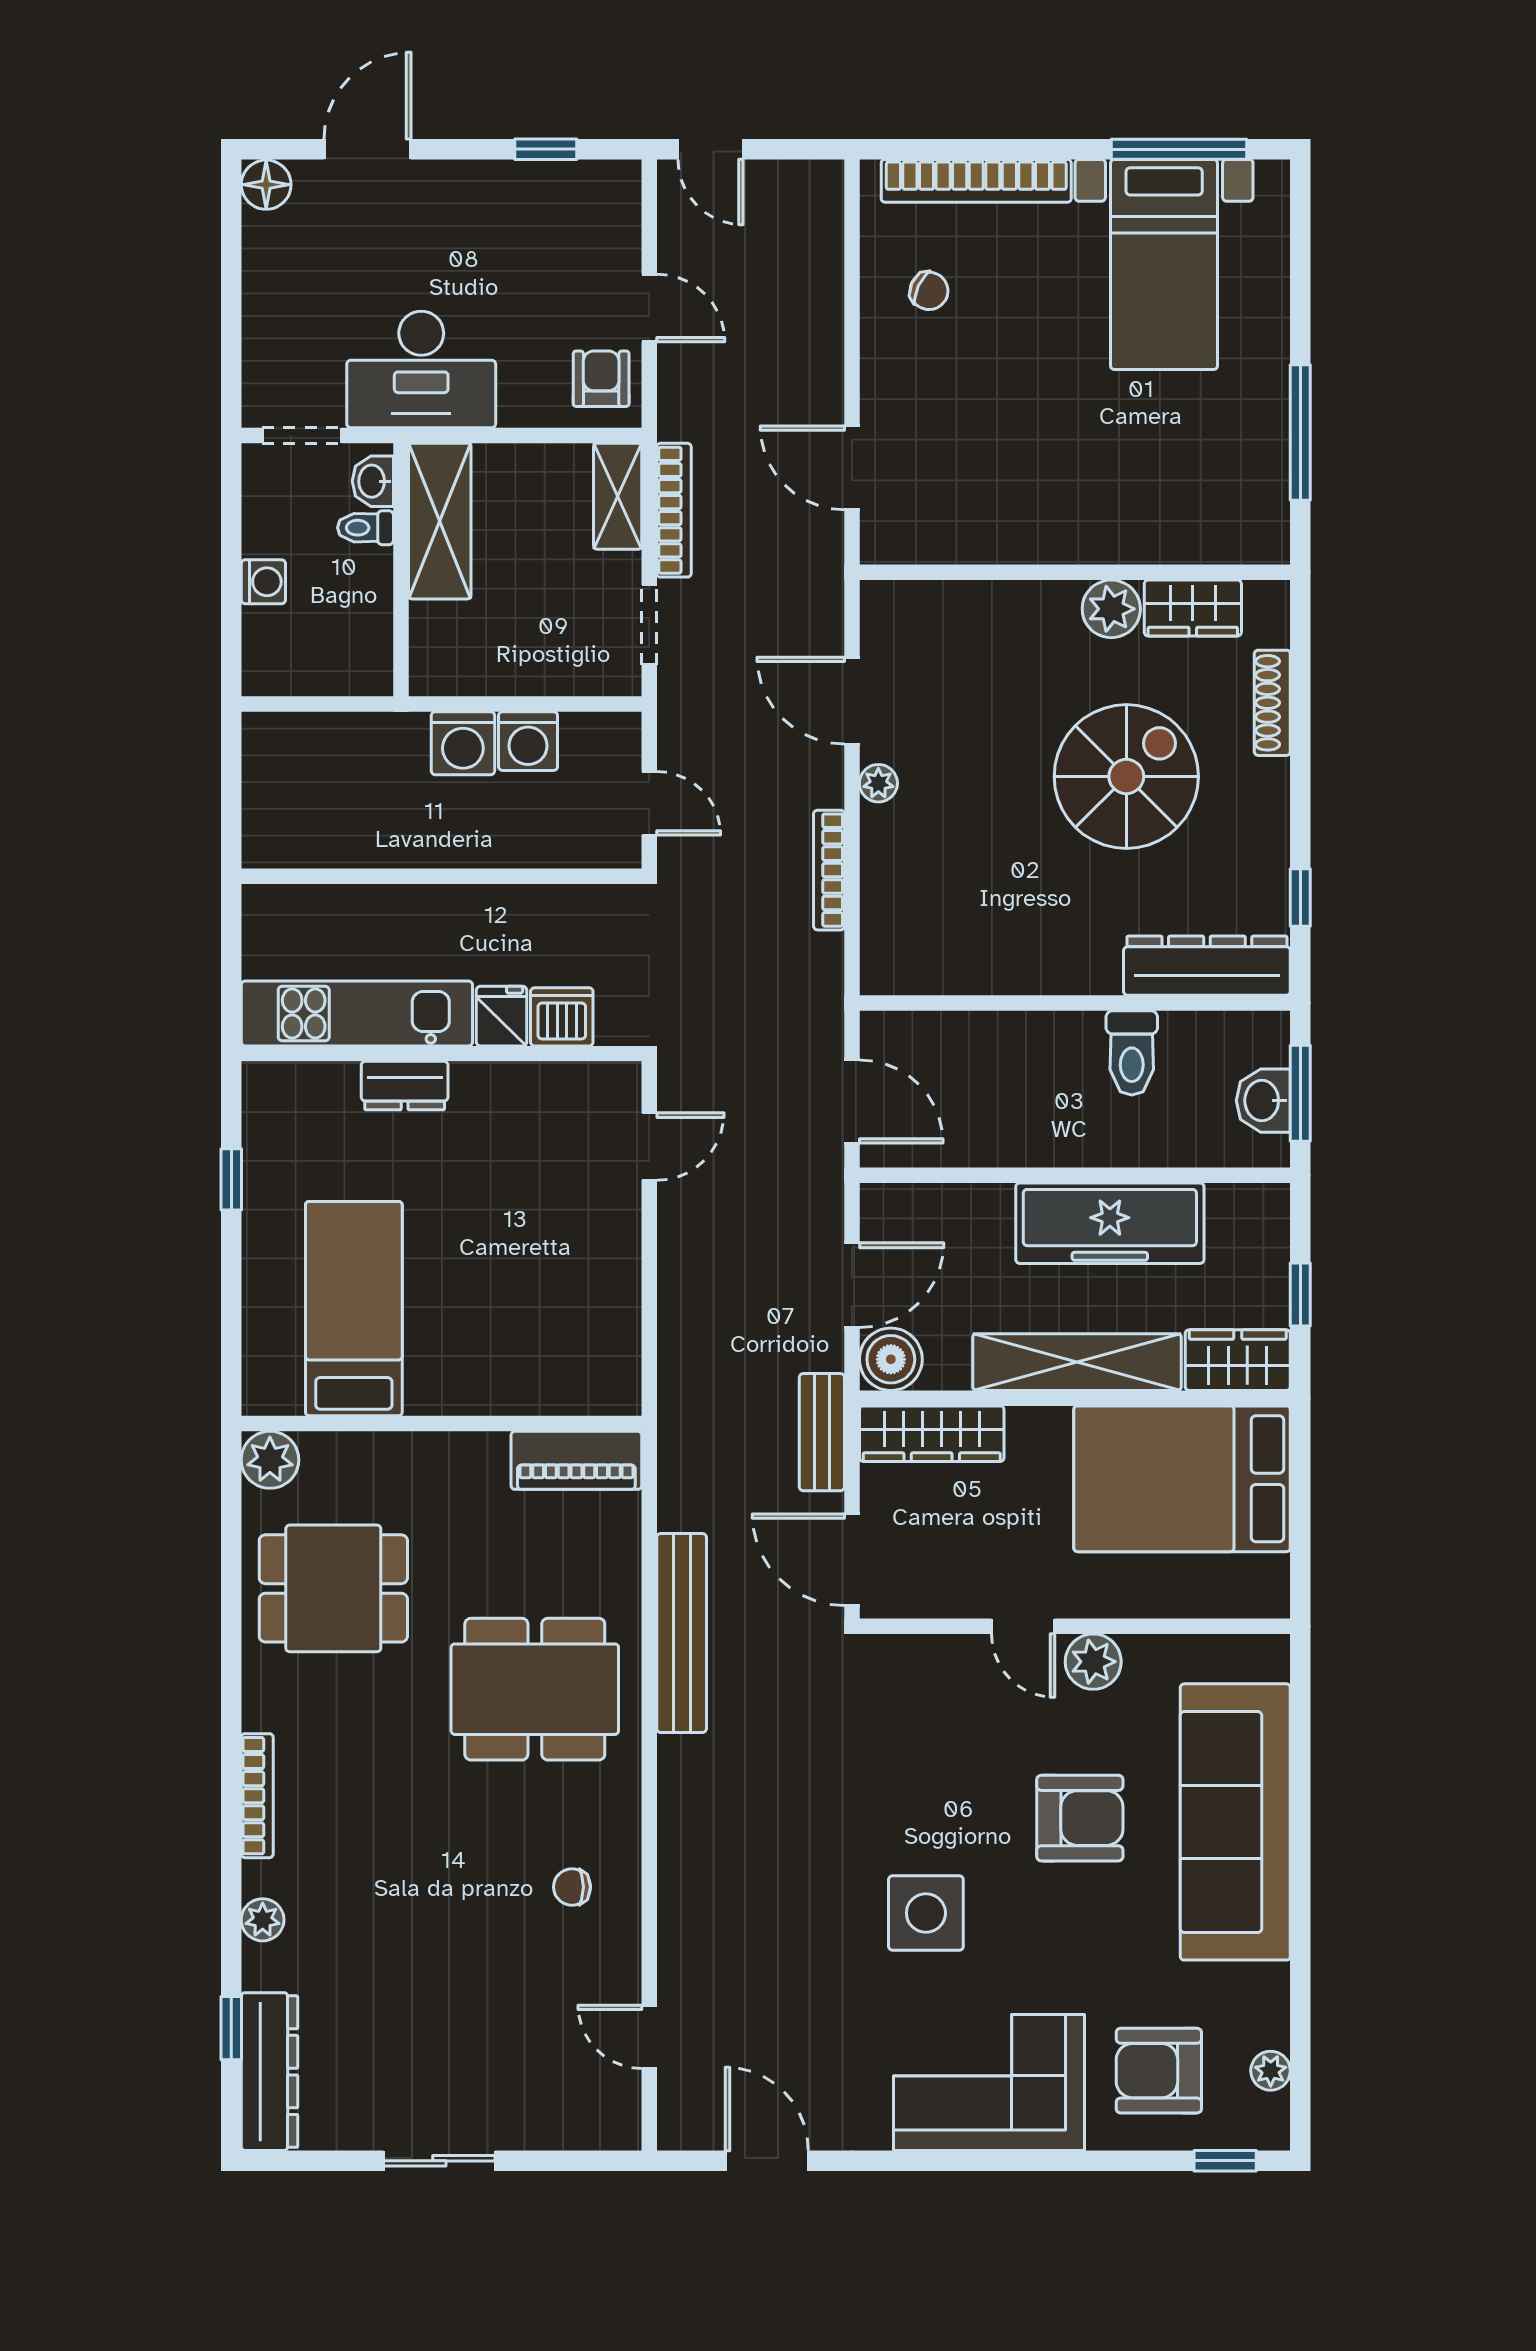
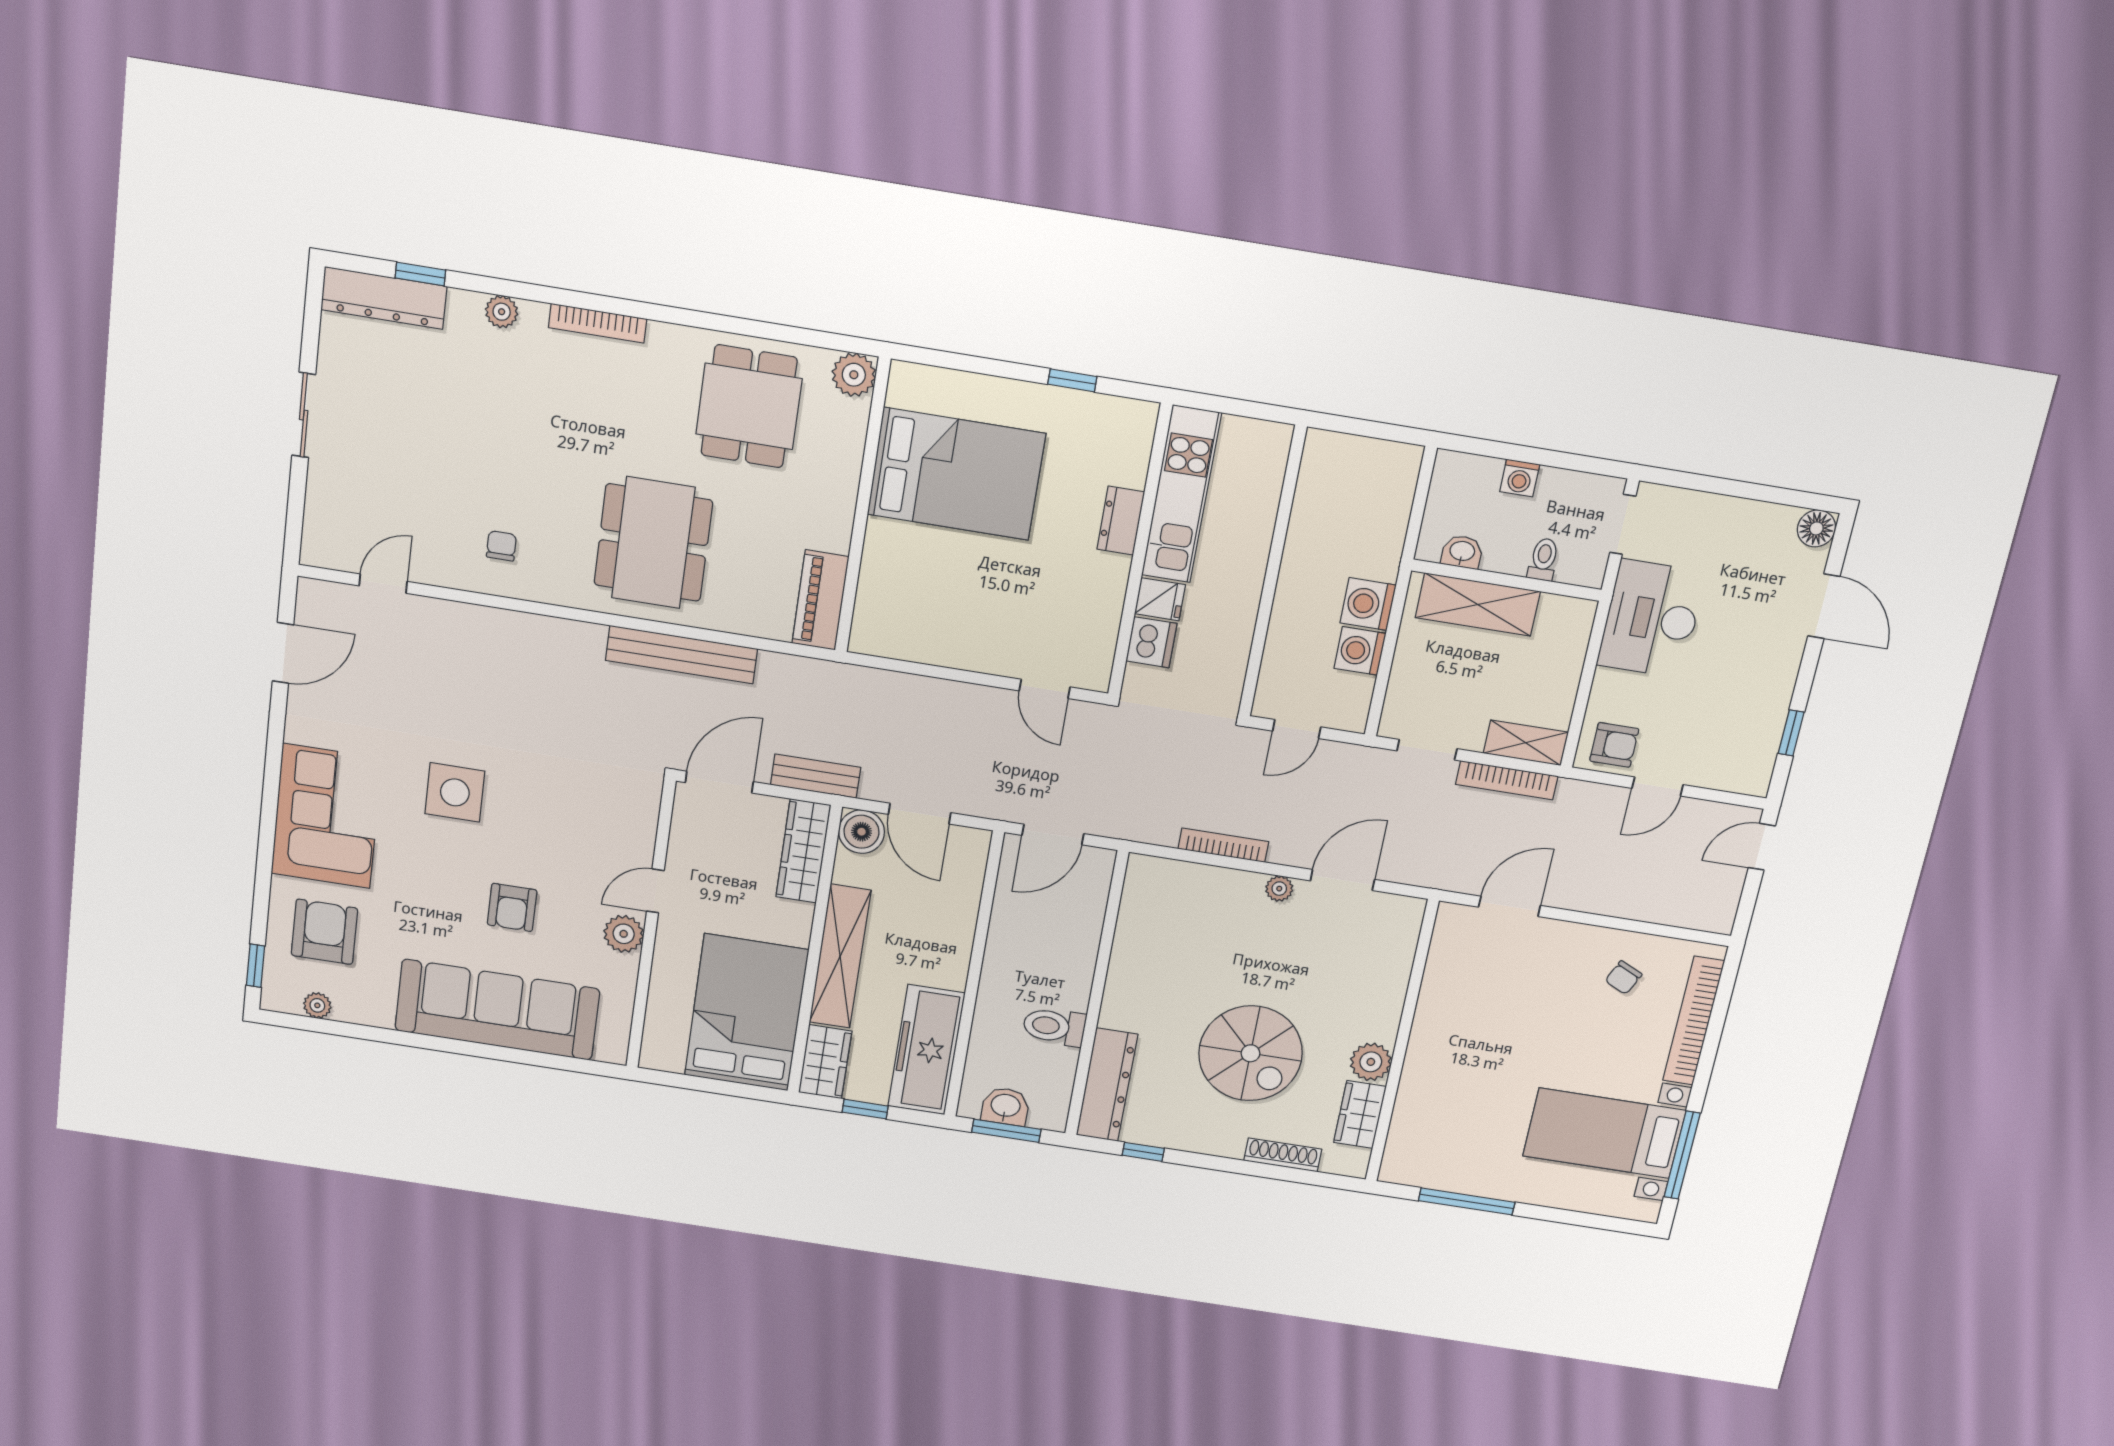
washbasin: (373, 481) -> (1462, 552), moved
shelving: (440, 521) -> (1478, 604), moved
freezer: (1110, 1223) -> (926, 1050), moved
bed: (354, 1309) -> (956, 474), width x1.50
armchair: (1080, 1818) -> (512, 907), width x0.72, depth x0.72

